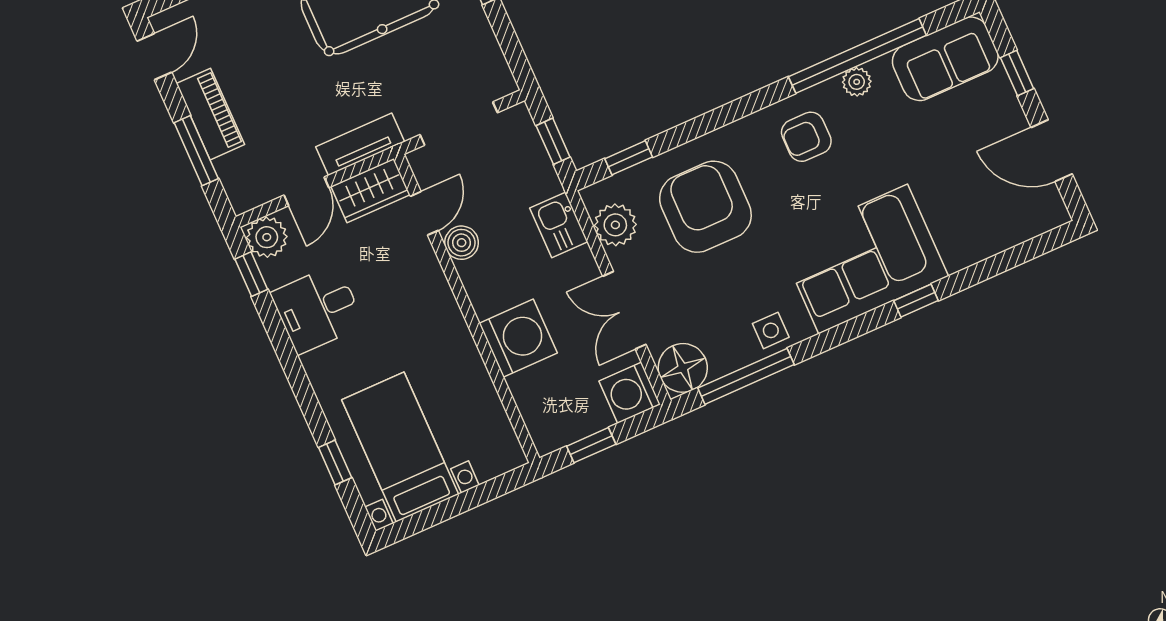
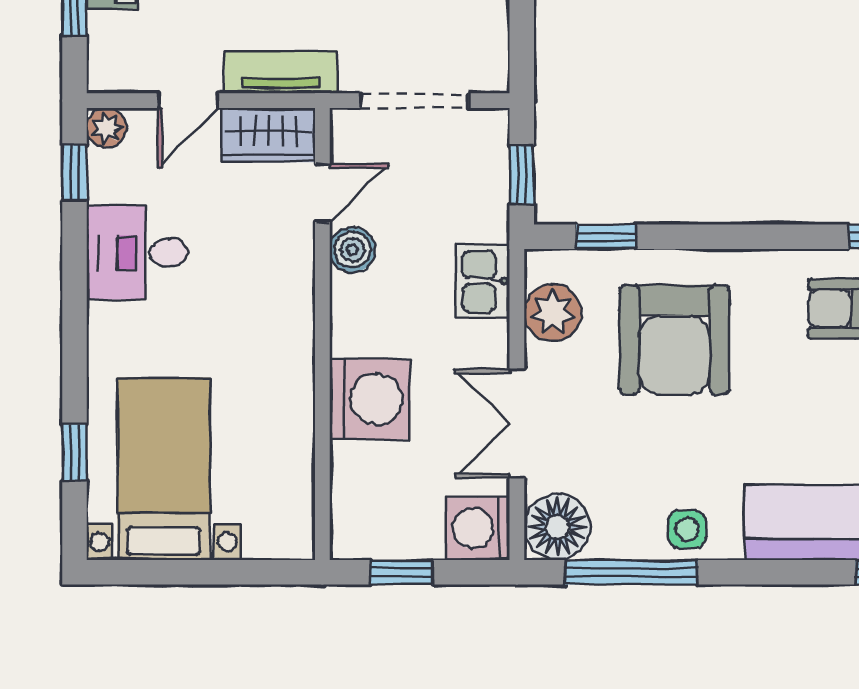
armchair: (705, 207) -> (674, 340), turned 180
plant: (267, 237) -> (107, 128), width x0.73, depth x0.73

